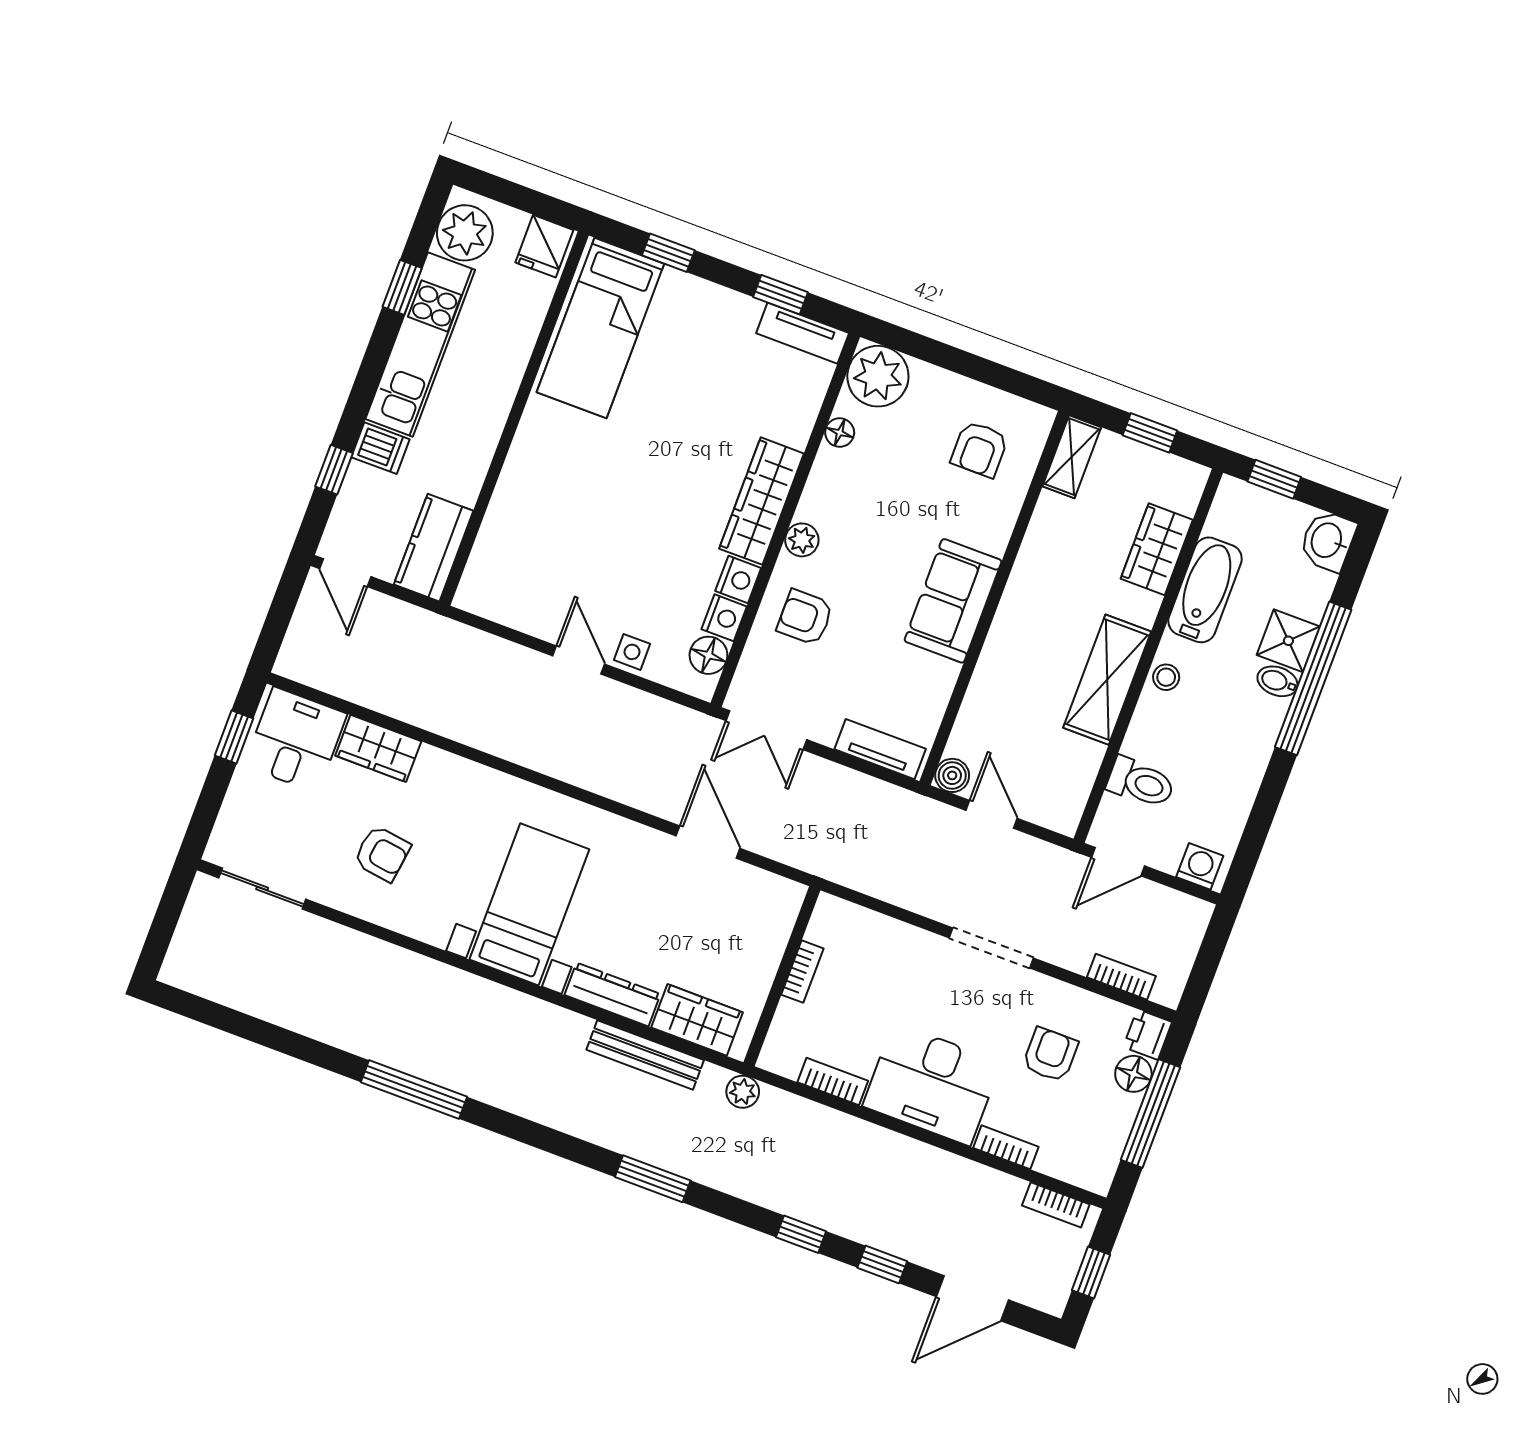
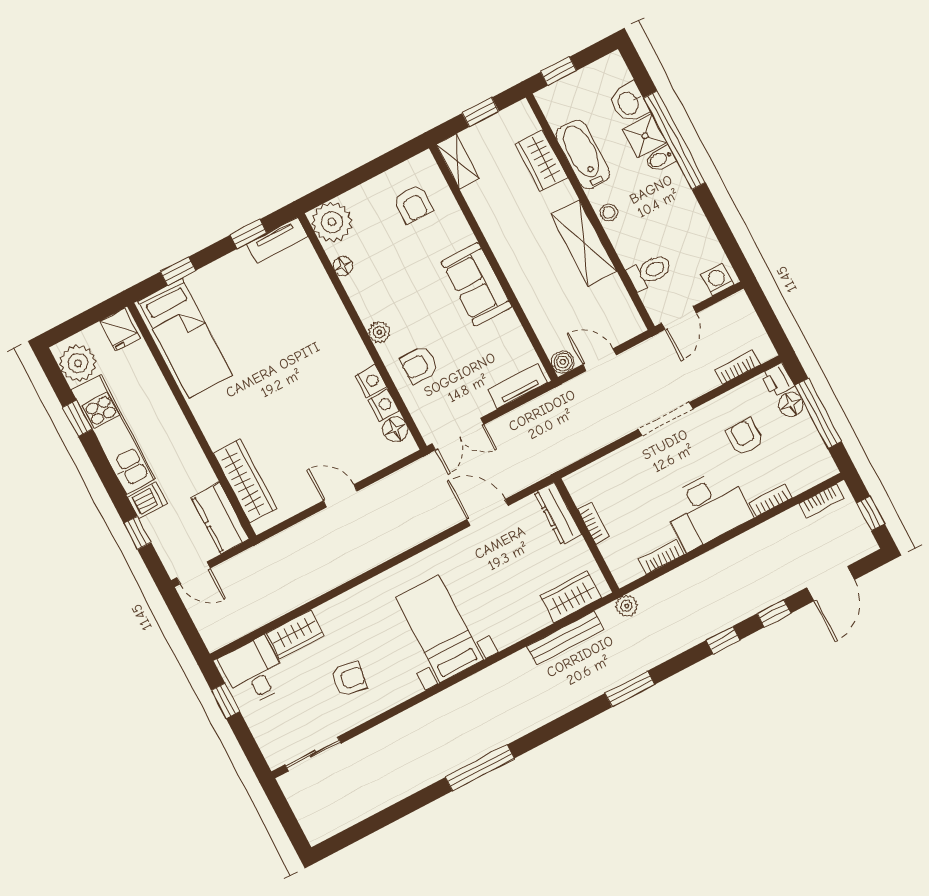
wardrobe: (762, 501) -> (245, 481), moved, turned 180
washbasin: (1328, 541) -> (629, 103), moved
side table: (632, 652) -> (360, 466), removed
dresser: (612, 995) -> (558, 514), moved, turned -90

